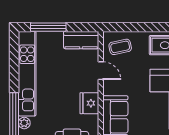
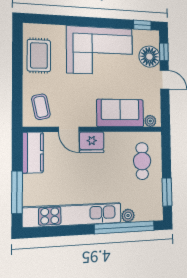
door: (101, 71) -> (69, 129), swing flipped
fridge: (89, 103) -> (92, 142), moved

